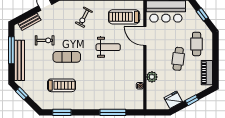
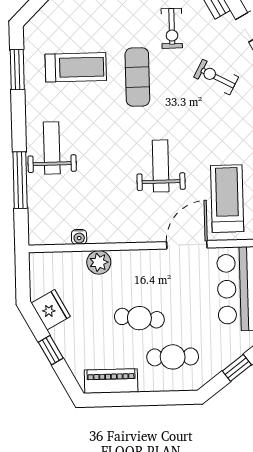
exercise bike: (84, 17) -> (216, 77), moved
weight bench: (108, 47) -> (161, 166), turned 180
treadmill: (62, 85) -> (76, 67), turned -90
weight bench: (98, 97) -> (52, 148), added

